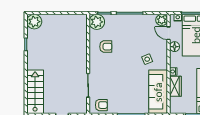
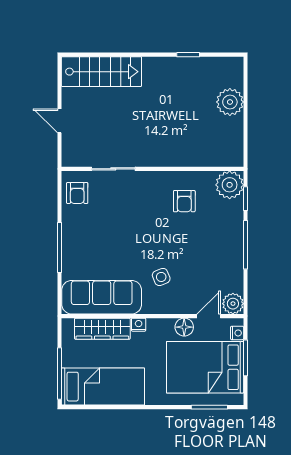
plant: (34, 22) -> (230, 102), moved
wardrobe: (175, 86) -> (102, 329), width x1.50

